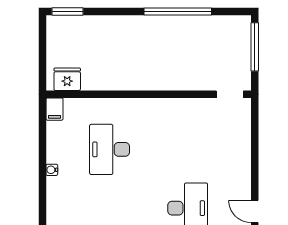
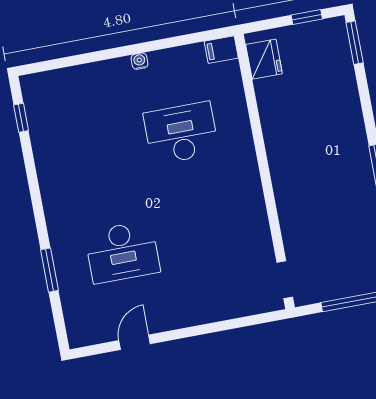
window: (42, 43) -> (307, 17), added

